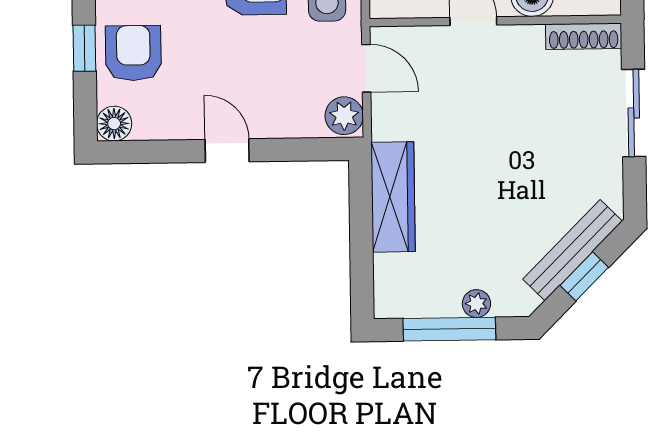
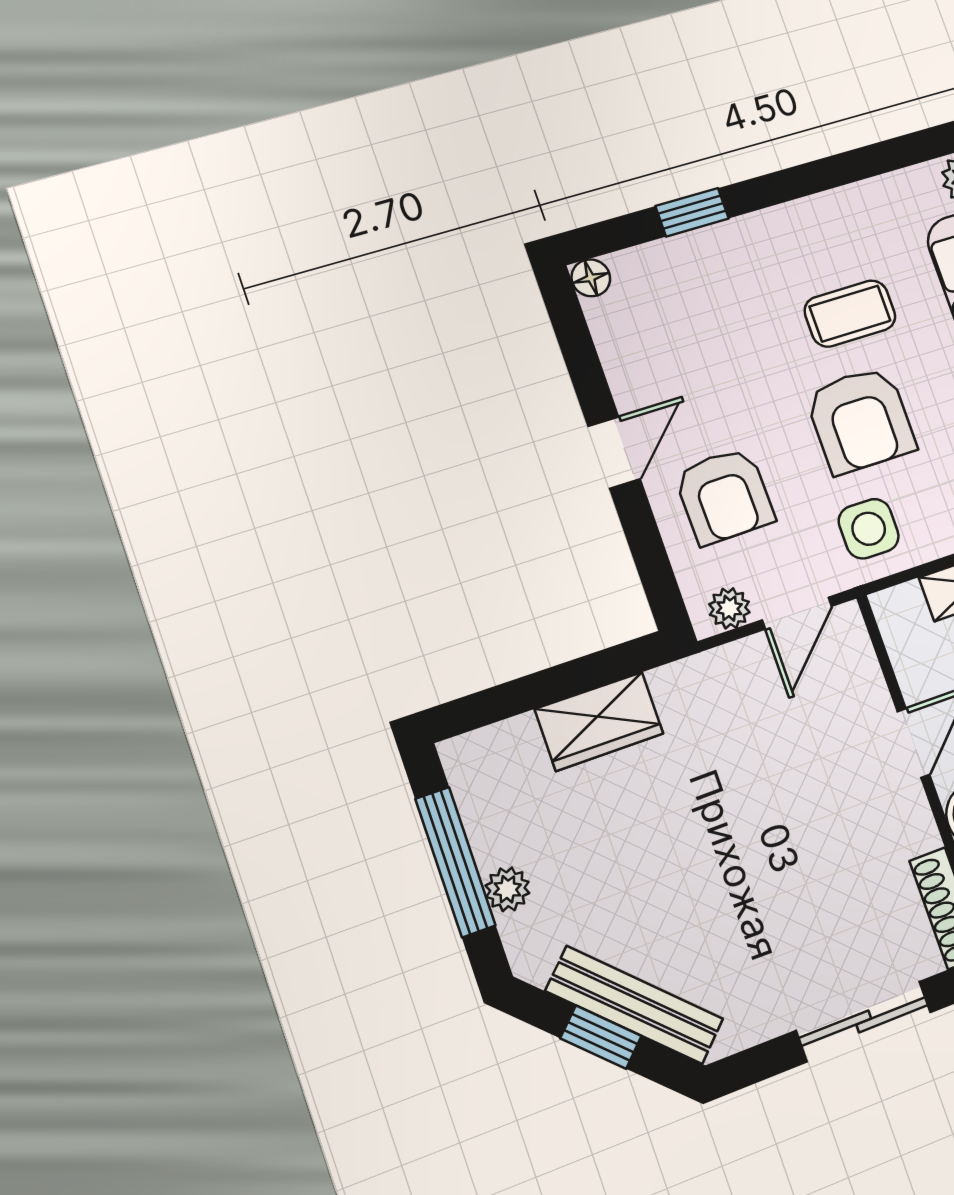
armchair: (133, 53) -> (724, 496), moved, turned 89
plant: (344, 116) -> (729, 608), width x0.73, depth x0.73
floor lamp: (114, 124) -> (591, 278), width x0.73, depth x0.73
wardrobe: (393, 197) -> (599, 721), width x0.67

